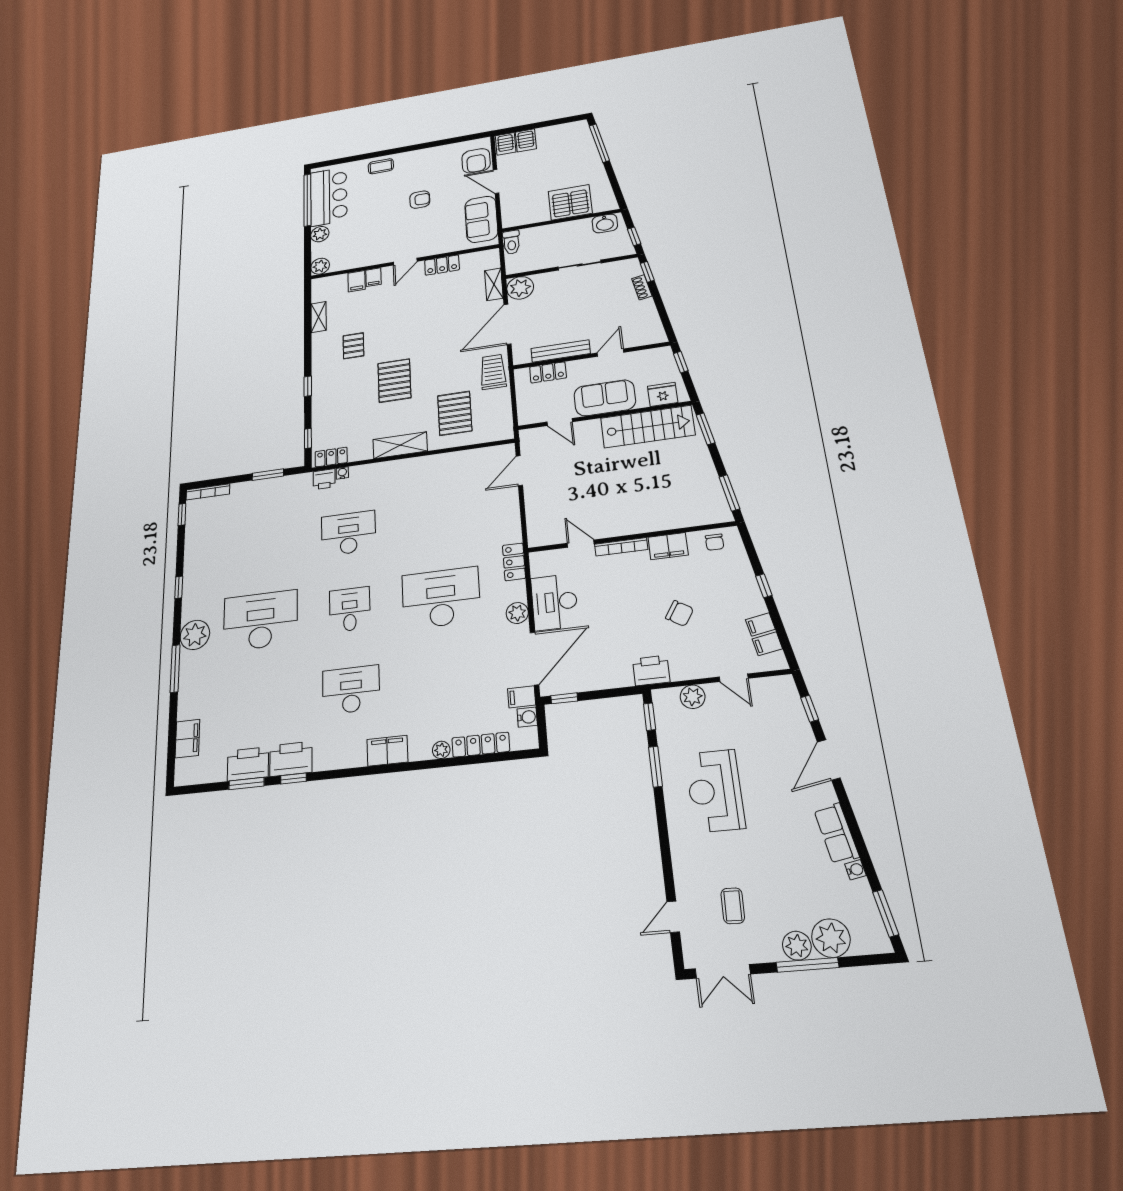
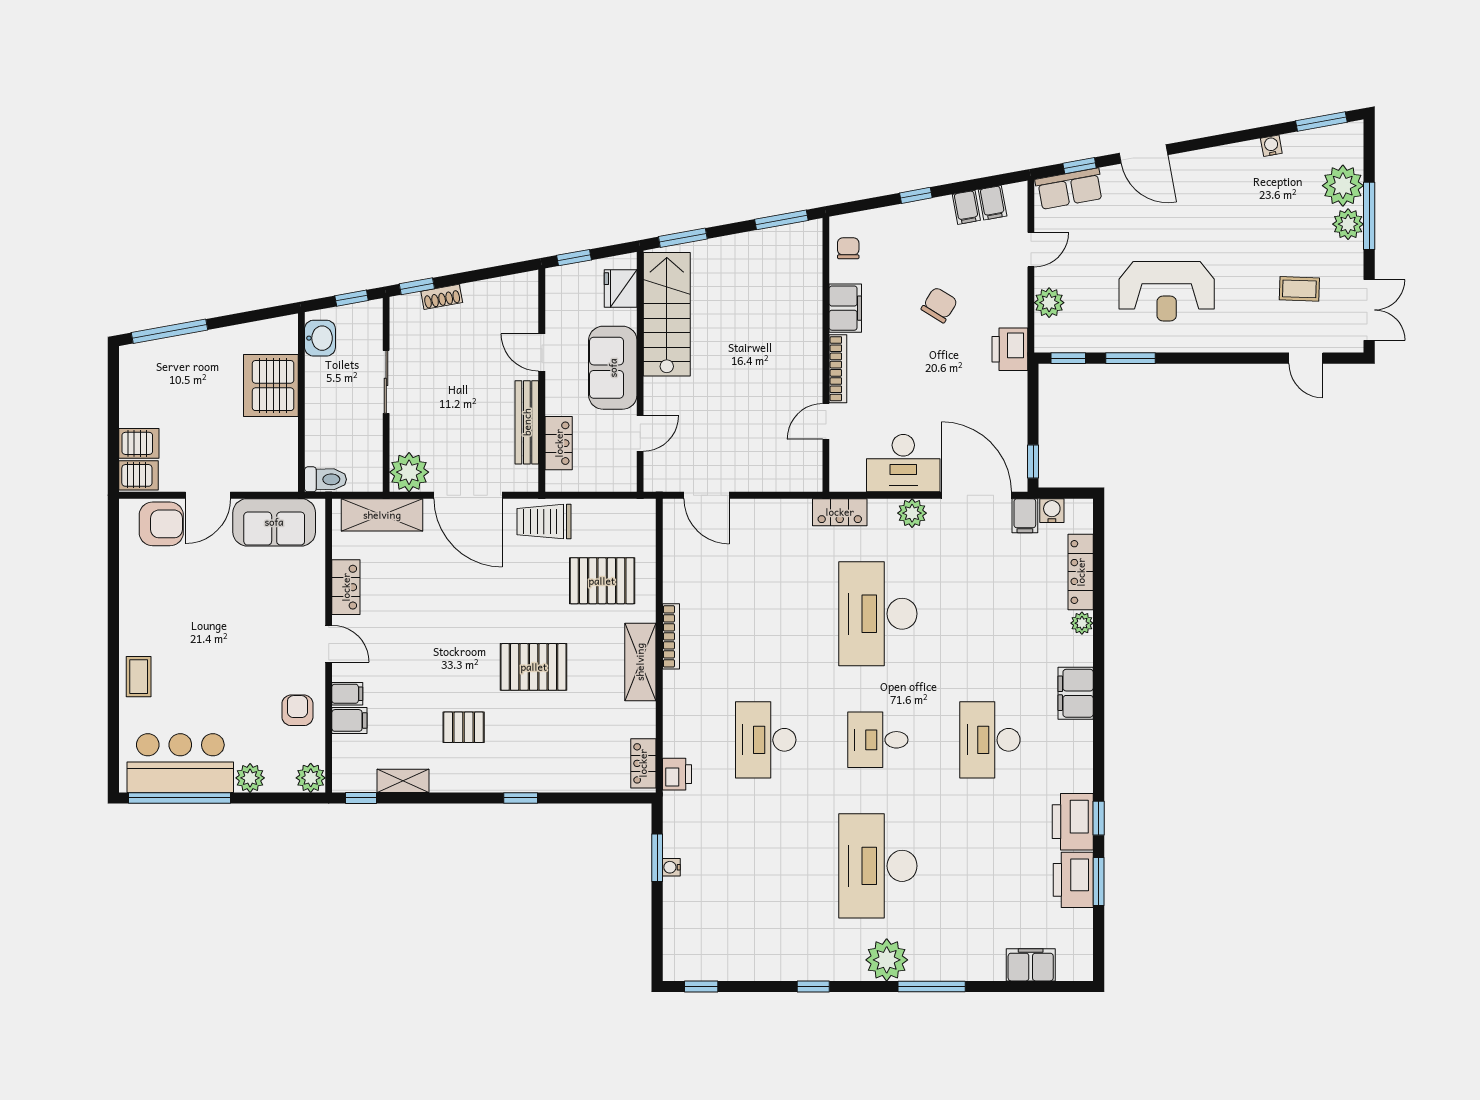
armchair: (420, 200) -> (297, 710), moved
shelving: (494, 284) -> (382, 515), width x1.50, depth x1.33
window: (308, 438) -> (361, 798), moved
water cooler: (342, 473) -> (671, 867), moved
bookcase: (208, 492) -> (671, 636), moved
chair: (715, 542) -> (848, 248), turned -90
row of seats: (836, 833) -> (1069, 189), moved

